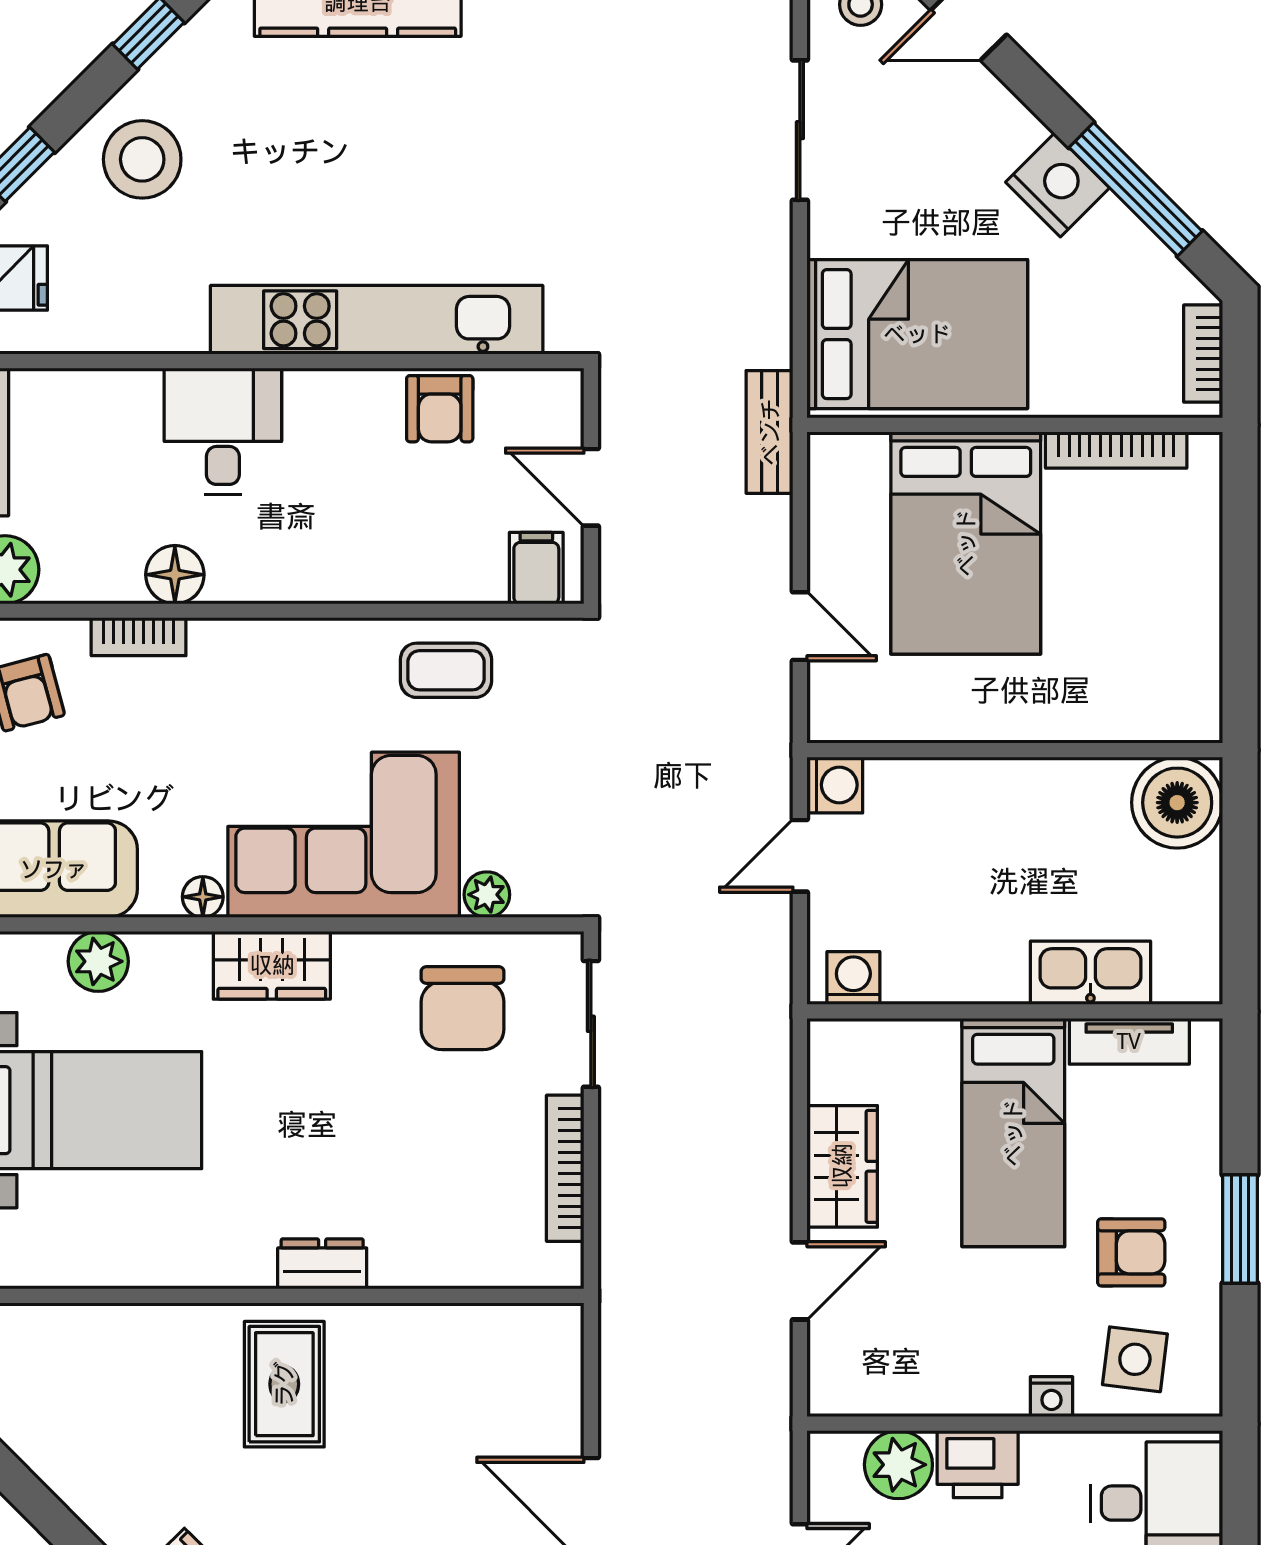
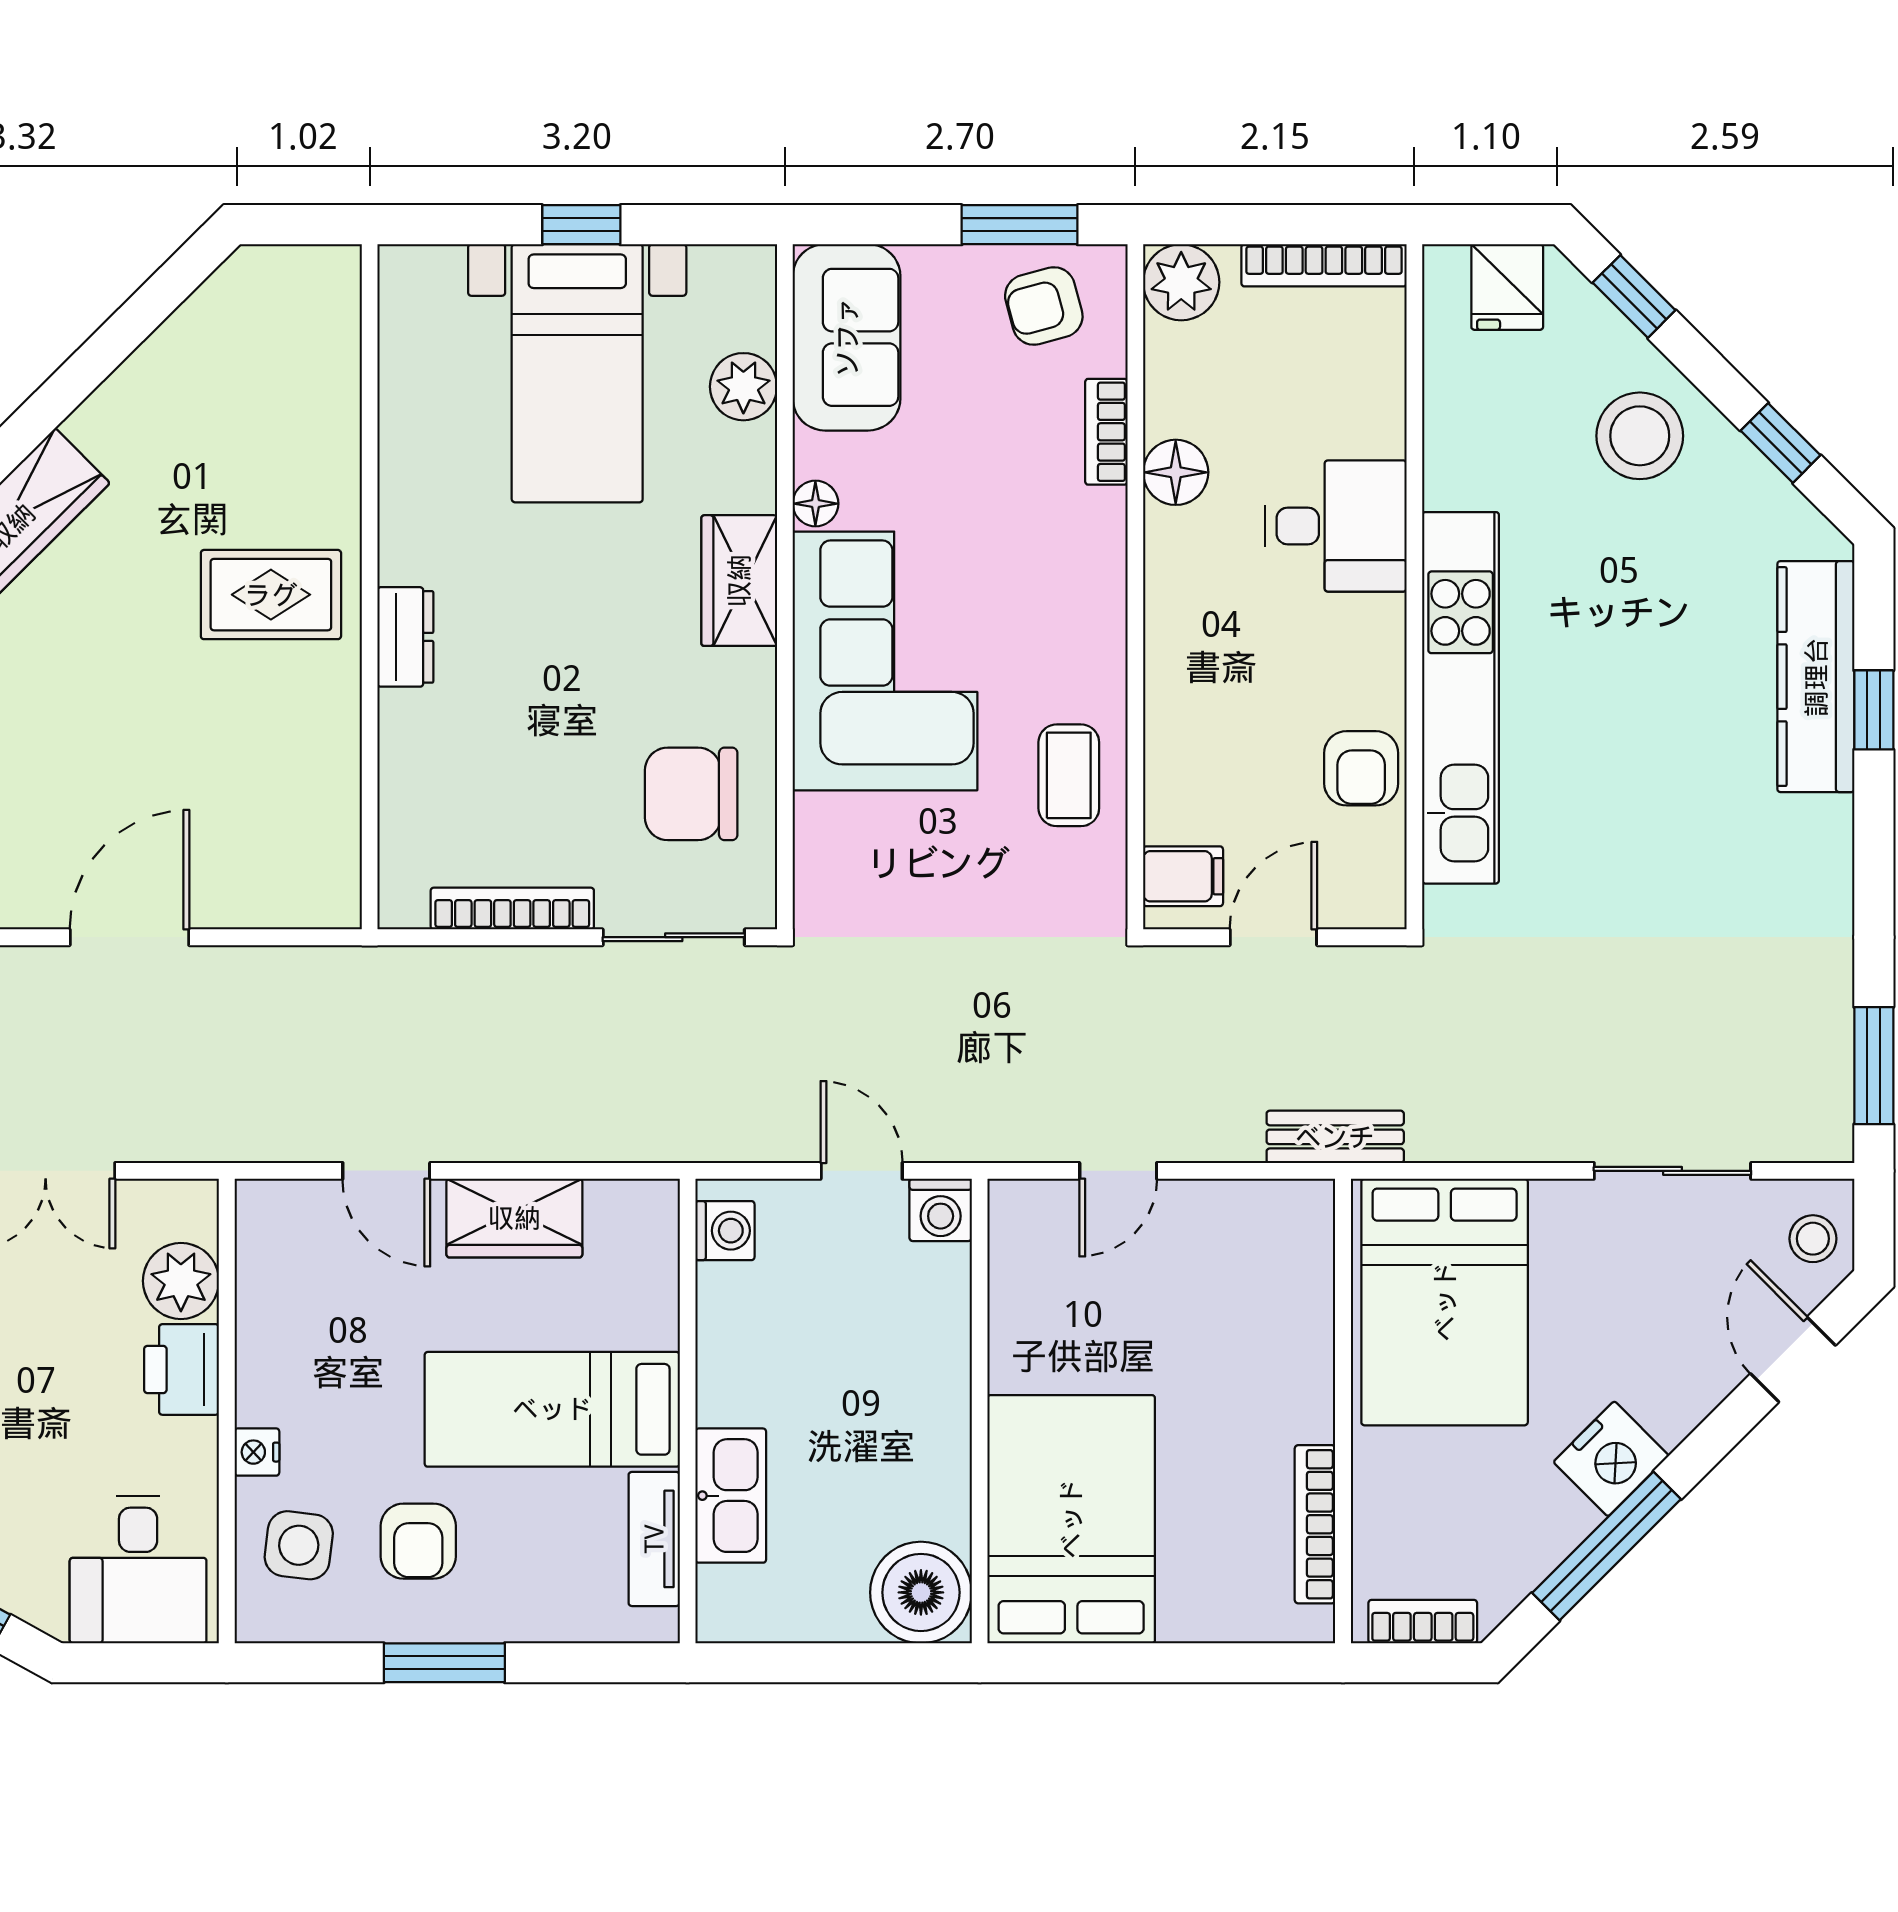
armchair: (440, 409) -> (1361, 768), turned -90
bed: (966, 543) -> (1071, 1519), moved, turned 90
plant: (487, 895) -> (818, 821), removed

